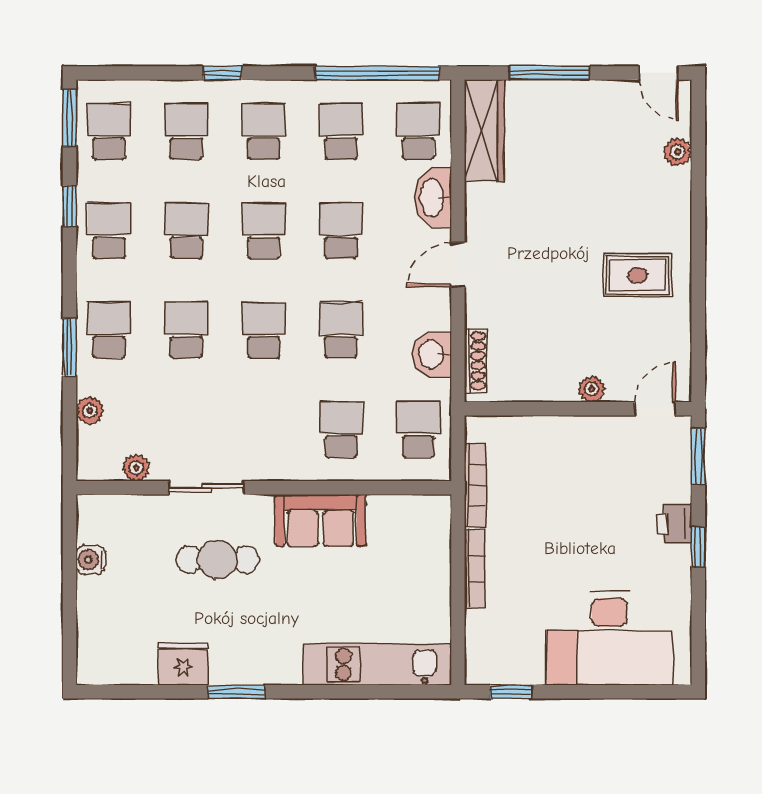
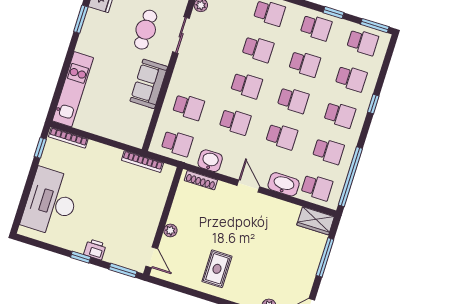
wardrobe: (484, 130) -> (316, 221), width x0.67
bookcase: (475, 569) -> (68, 138), moved

